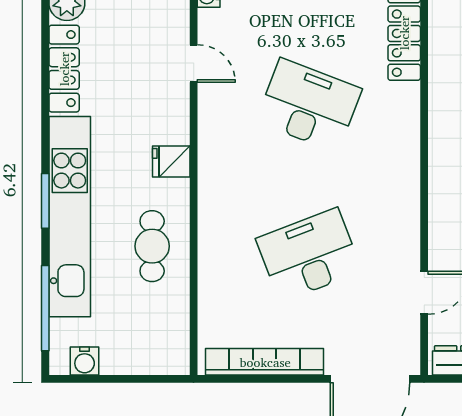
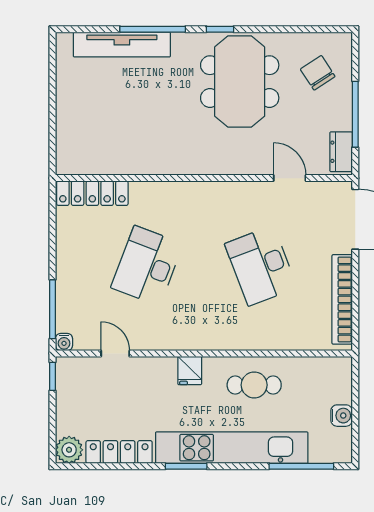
door: (194, 63) -> (115, 353), hinge flipped
window: (45, 201) -> (186, 466), moved
water cooler: (85, 361) -> (342, 416), moved

